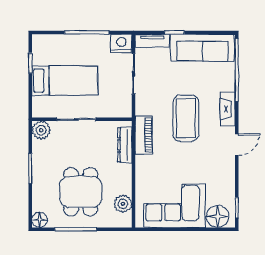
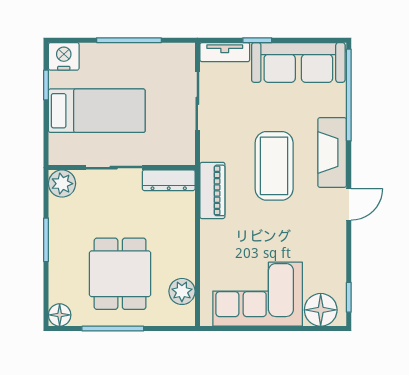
nightstand: (121, 43) -> (64, 56), moved
fireplace: (228, 109) -> (332, 153), width x1.37, depth x1.32
dresser: (125, 145) -> (169, 180), moved, turned -90

